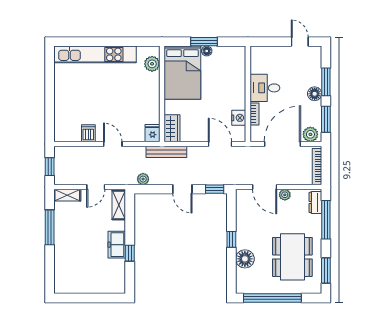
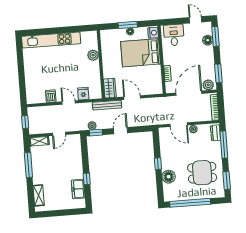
plant: (152, 64) -> (93, 55), moved
bed: (182, 73) -> (141, 53), moved, turned 90
window: (326, 82) -> (216, 36), moved
desk: (265, 88) -> (174, 35), moved, turned 90
floor lamp: (315, 94) -> (208, 40), moved
nightstand: (239, 118) -> (153, 33), moved
fridge: (153, 133) -> (83, 94), moved
door: (220, 144) -> (132, 98), moved
door: (182, 189) -> (120, 131), swing flipped
window: (215, 189) -> (96, 133), moved
shelving: (119, 205) -> (39, 195), moved
freezer: (117, 245) -> (78, 189), moved
dining table: (292, 257) -> (202, 173), width x0.73

